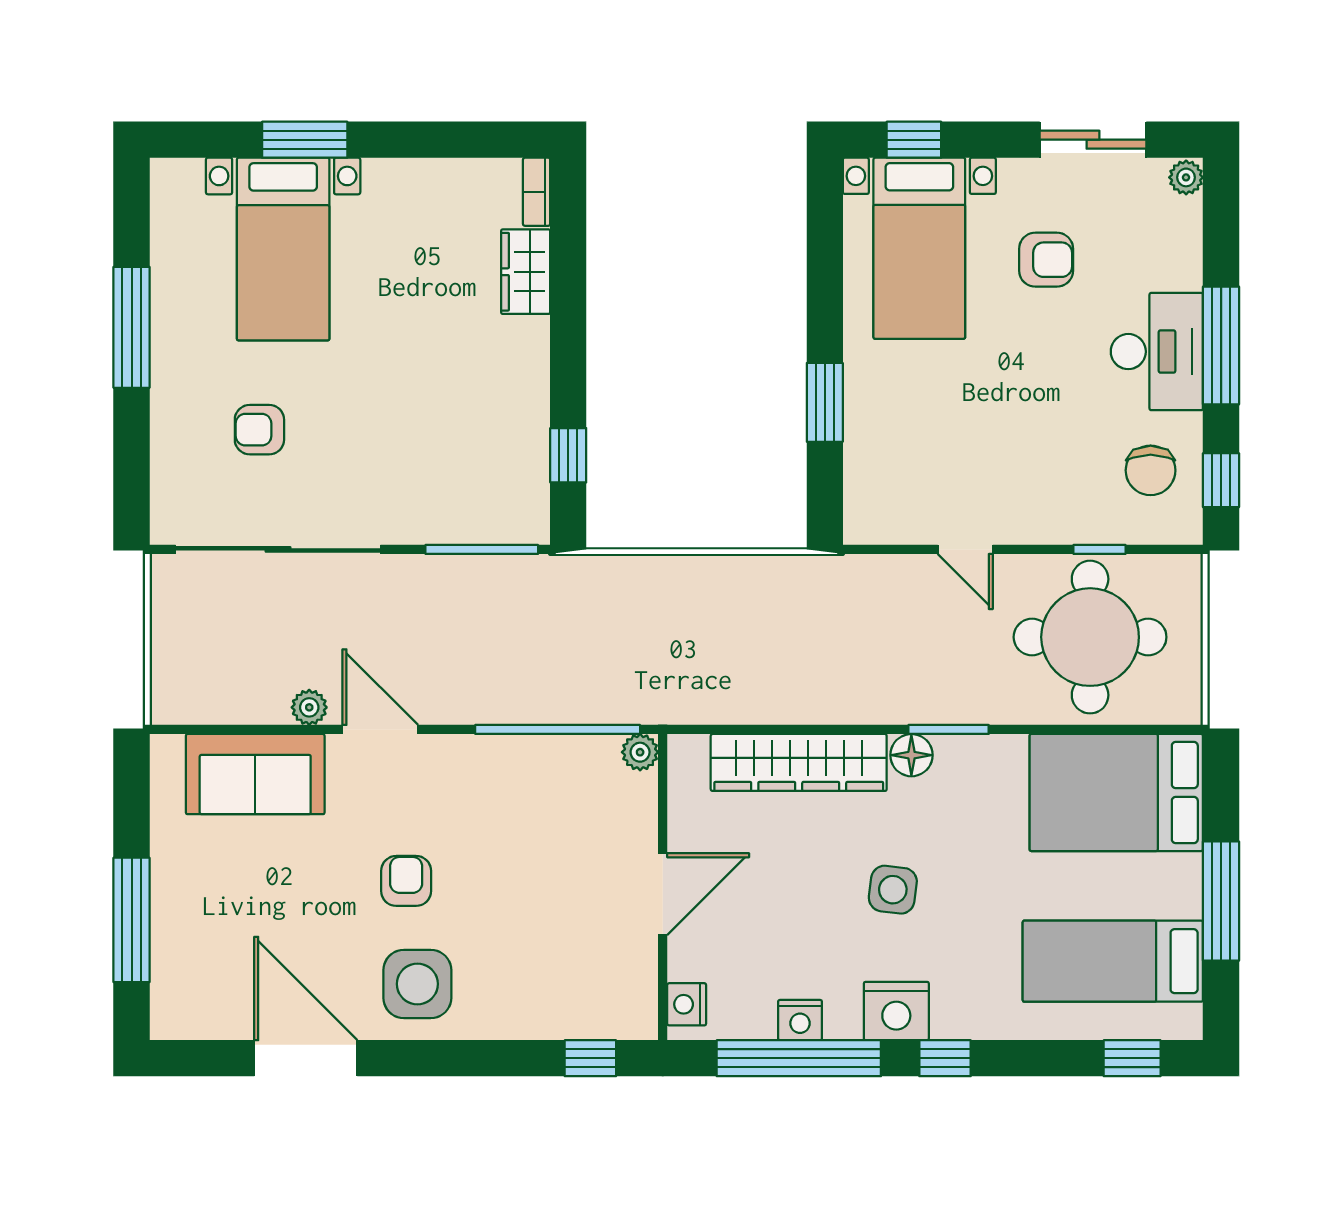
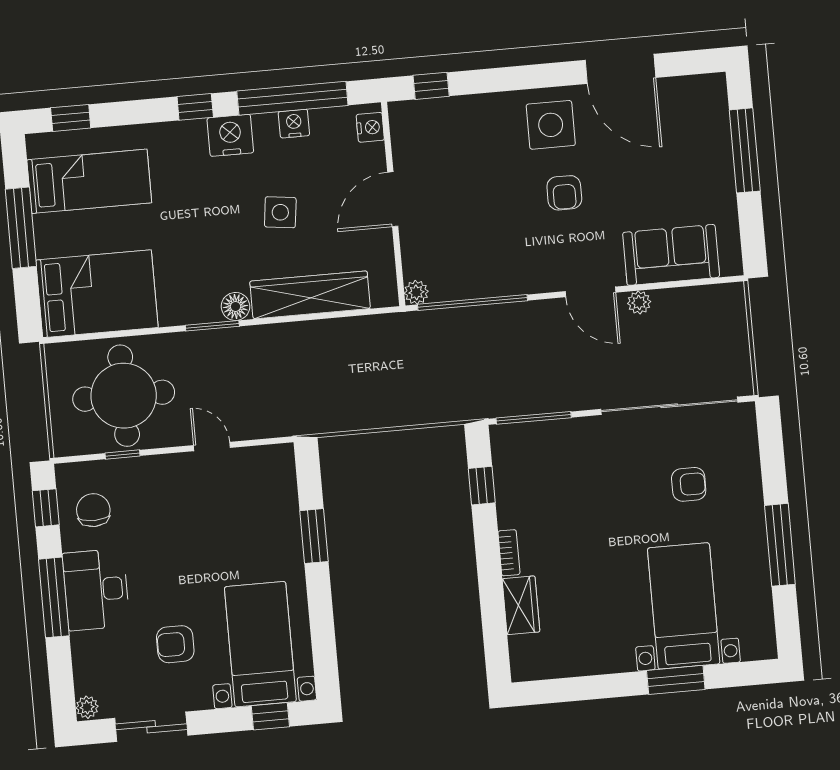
bookcase: (537, 192) -> (509, 553), moved
side table: (893, 890) -> (280, 212), moved

